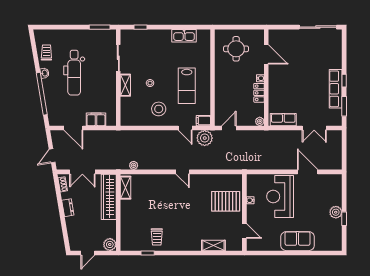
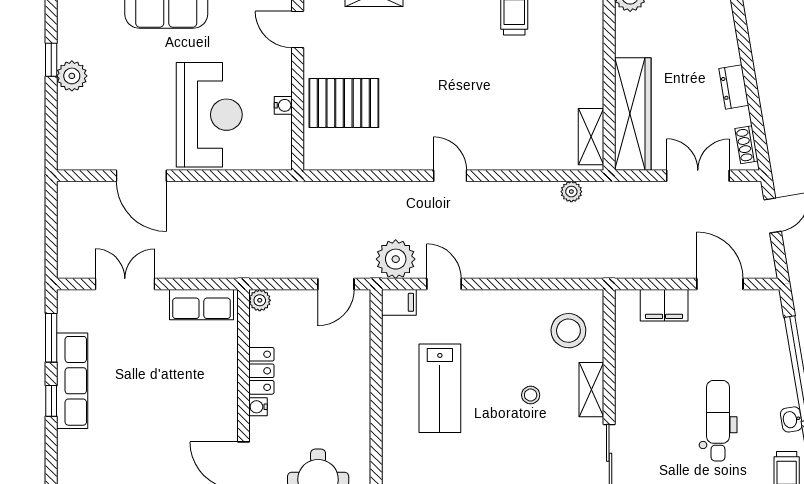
dental chair: (74, 73) -> (718, 421), width x0.73, depth x0.72
lab bench: (187, 86) -> (440, 388), turned 180
stool: (159, 109) -> (568, 331), moved

